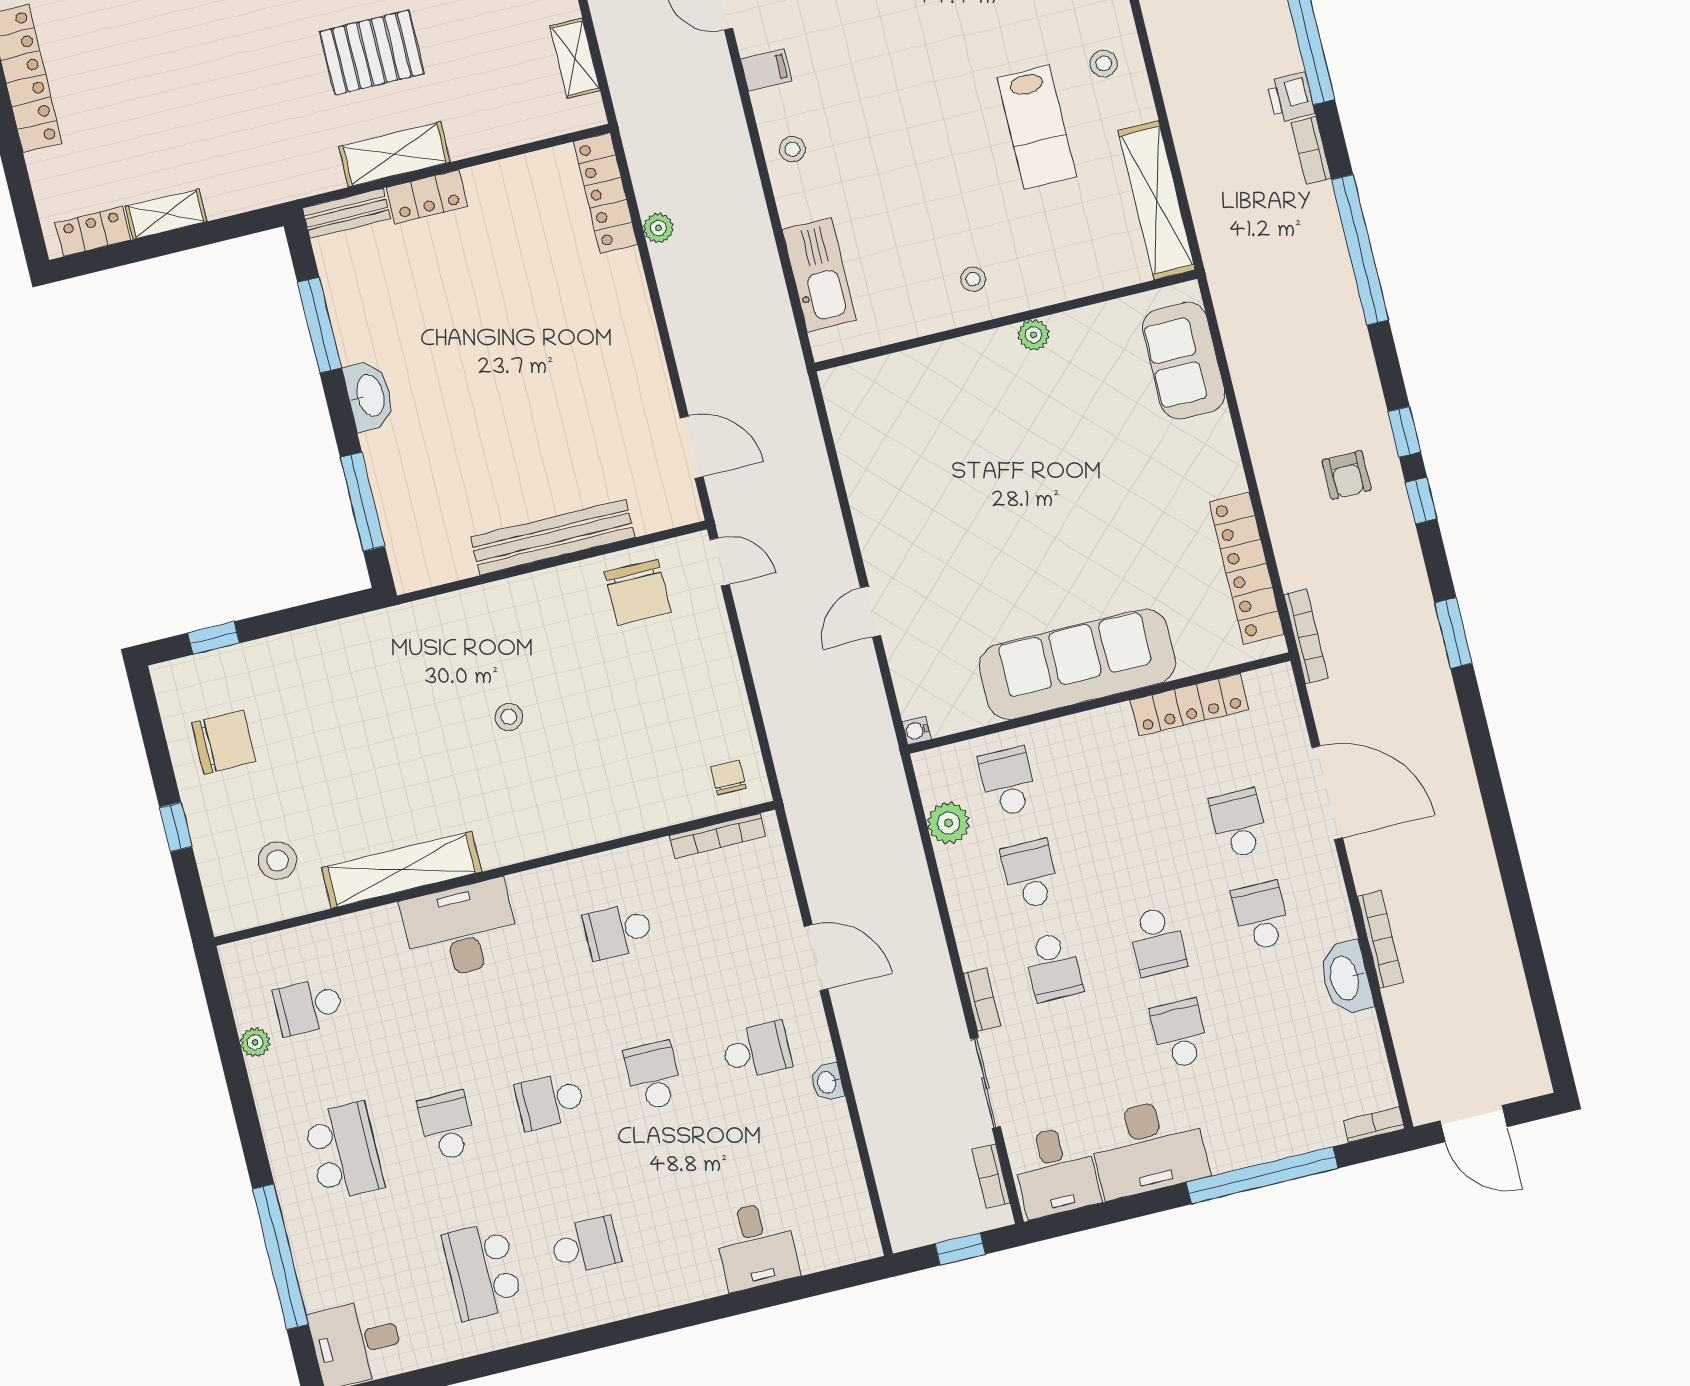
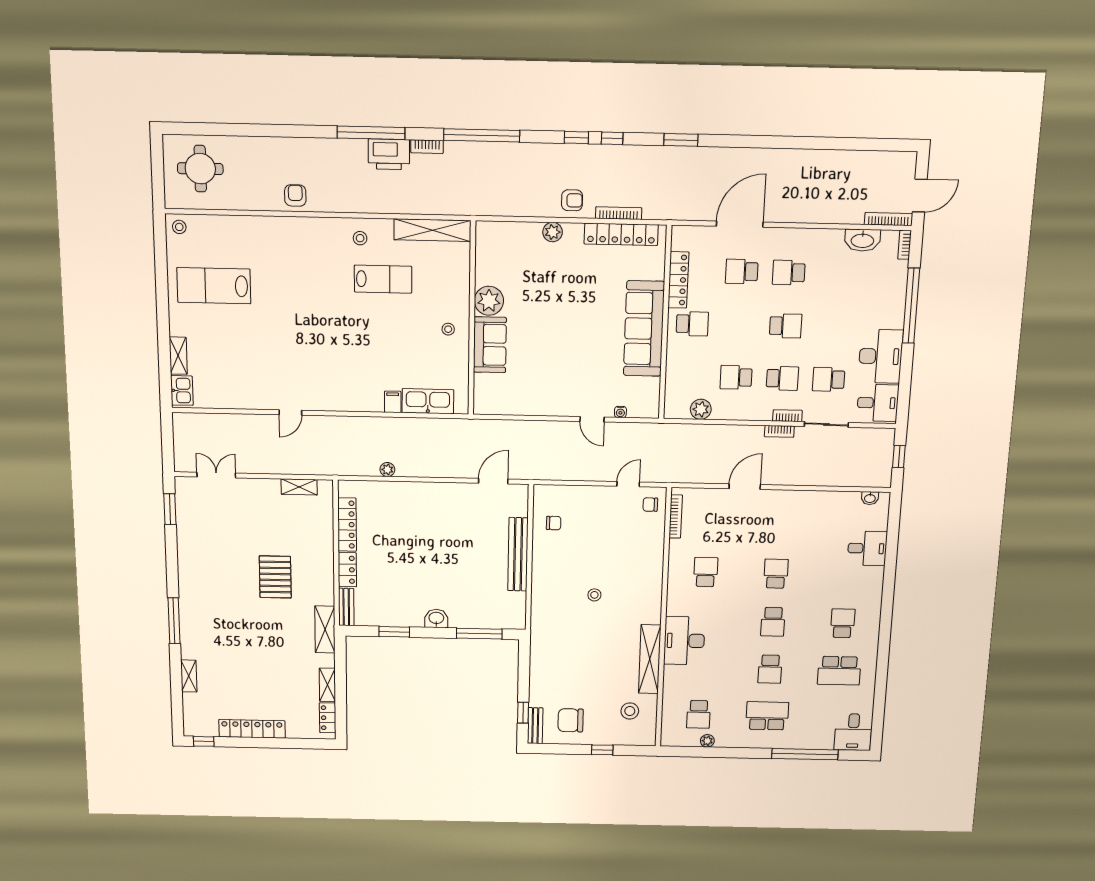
filing cabinet: (766, 70) -> (393, 402), moved
printer: (1291, 97) -> (389, 154), width x1.87, depth x1.48
stool: (792, 149) -> (366, 398), removed
shelving: (395, 154) -> (325, 629), moved
locker: (605, 193) -> (347, 525), moved, turned -90
window: (319, 325) -> (394, 632), width x0.69
plant: (1033, 335) -> (489, 301), width x1.88, depth x1.88
sofa: (1184, 361) -> (490, 345), moved, turned -90
washbasin: (369, 396) -> (436, 618), width x0.72
plant: (1215, 434) -> (553, 232), added
armchair: (1347, 475) -> (572, 200), moved
door: (720, 562) -> (628, 484), moved
chair: (638, 592) -> (554, 523), width x0.54, depth x0.54
bookcase: (1306, 636) -> (619, 213), moved
bench: (192, 671) -> (535, 726), added
water cooler: (916, 731) -> (620, 412), moved
chair: (224, 742) -> (571, 720), turned -90
school desk: (1008, 782) -> (692, 324), moved, turned 180
school desk: (618, 931) -> (706, 572), turned 180
bookcase: (1380, 939) -> (889, 219), moved
washbasin: (1346, 978) -> (862, 240), moved
school desk: (1180, 1034) -> (829, 379), moved
school desk: (757, 1051) -> (779, 525), removed
school desk: (653, 1076) -> (776, 574), turned 90
washbasin: (827, 1082) -> (870, 498), moved
school desk: (447, 1126) -> (770, 669), turned -90
bookcase: (991, 1176) -> (779, 431), moved

